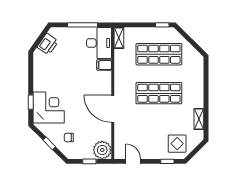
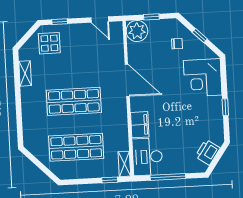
window: (162, 25) -> (110, 180), moved
filing cabinet: (104, 65) -> (140, 125), width x2.00
window: (31, 102) -> (225, 107), moved

